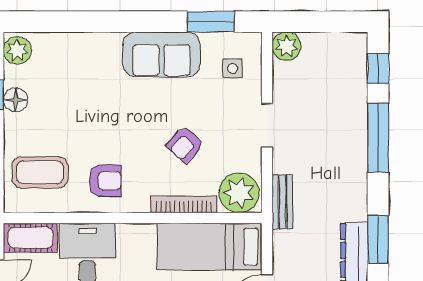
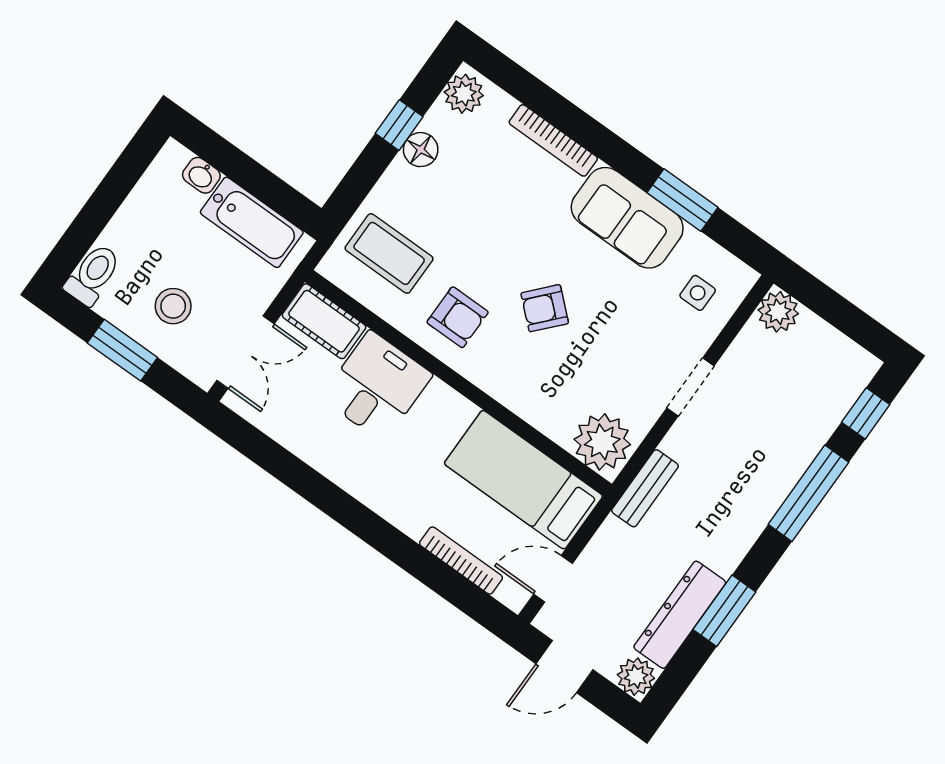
window: (211, 22) -> (682, 200), moved
armchair: (185, 145) -> (545, 308), moved
bookcase: (184, 204) -> (553, 140), moved, turned 180

